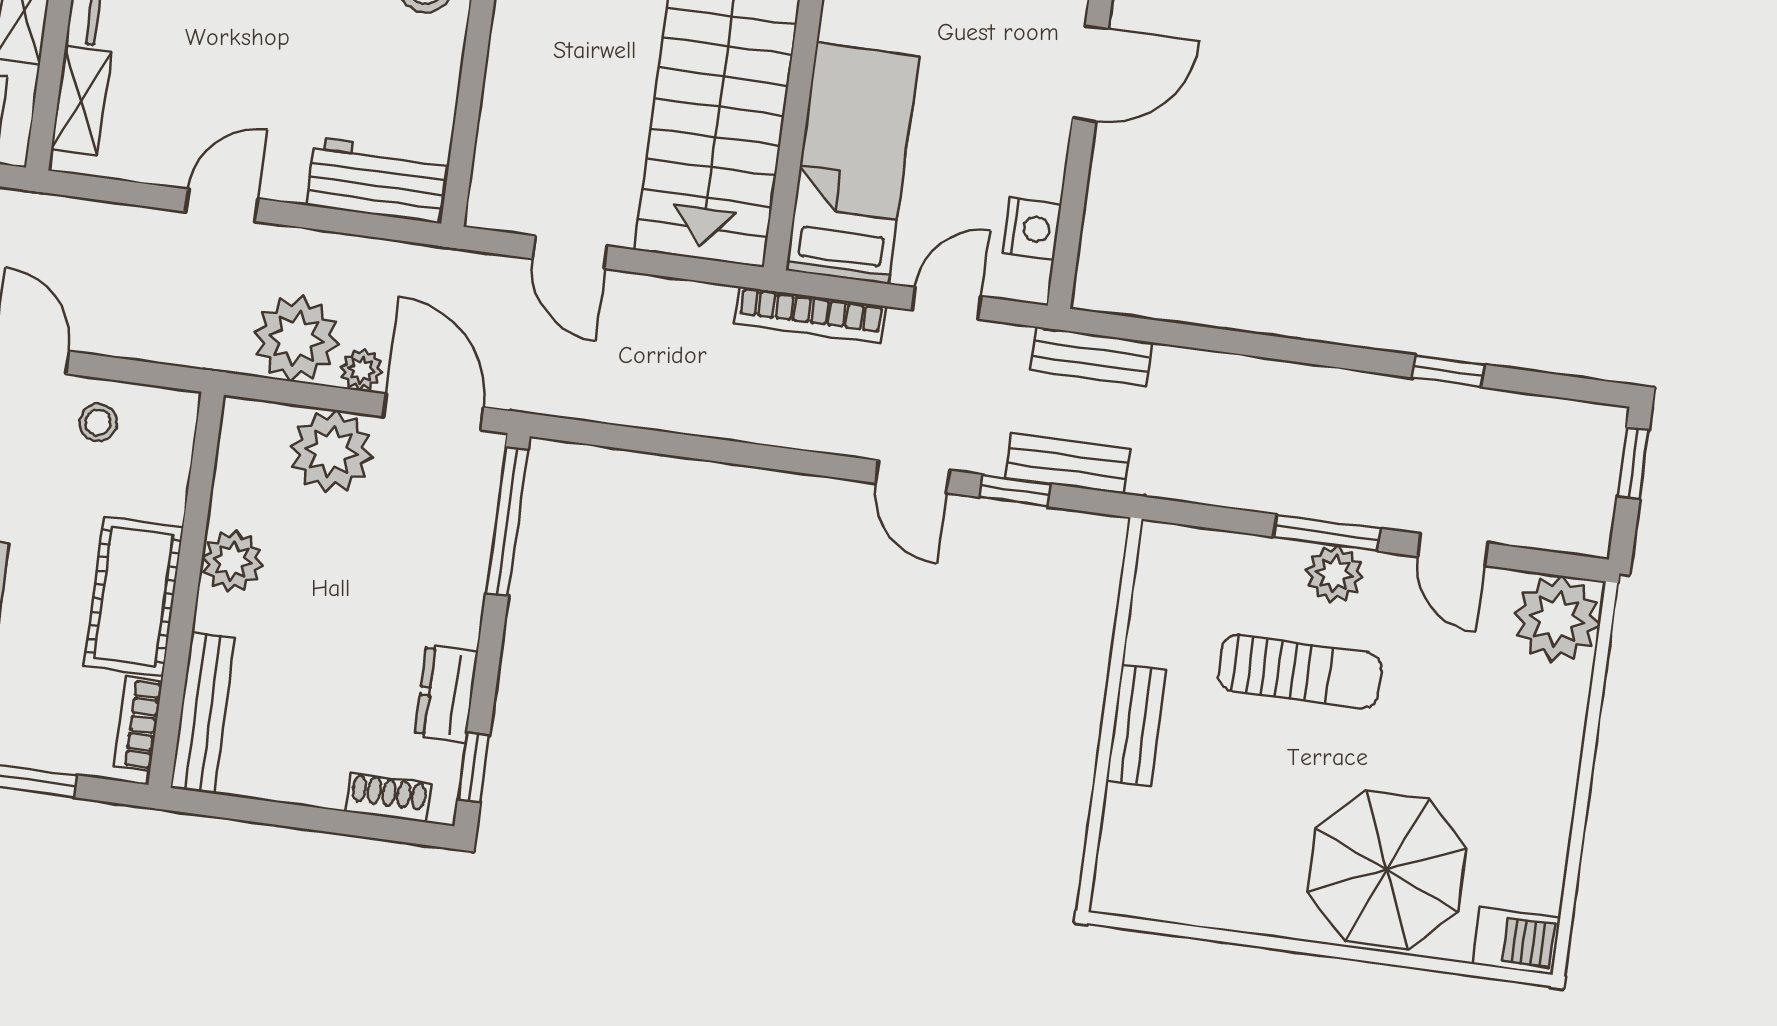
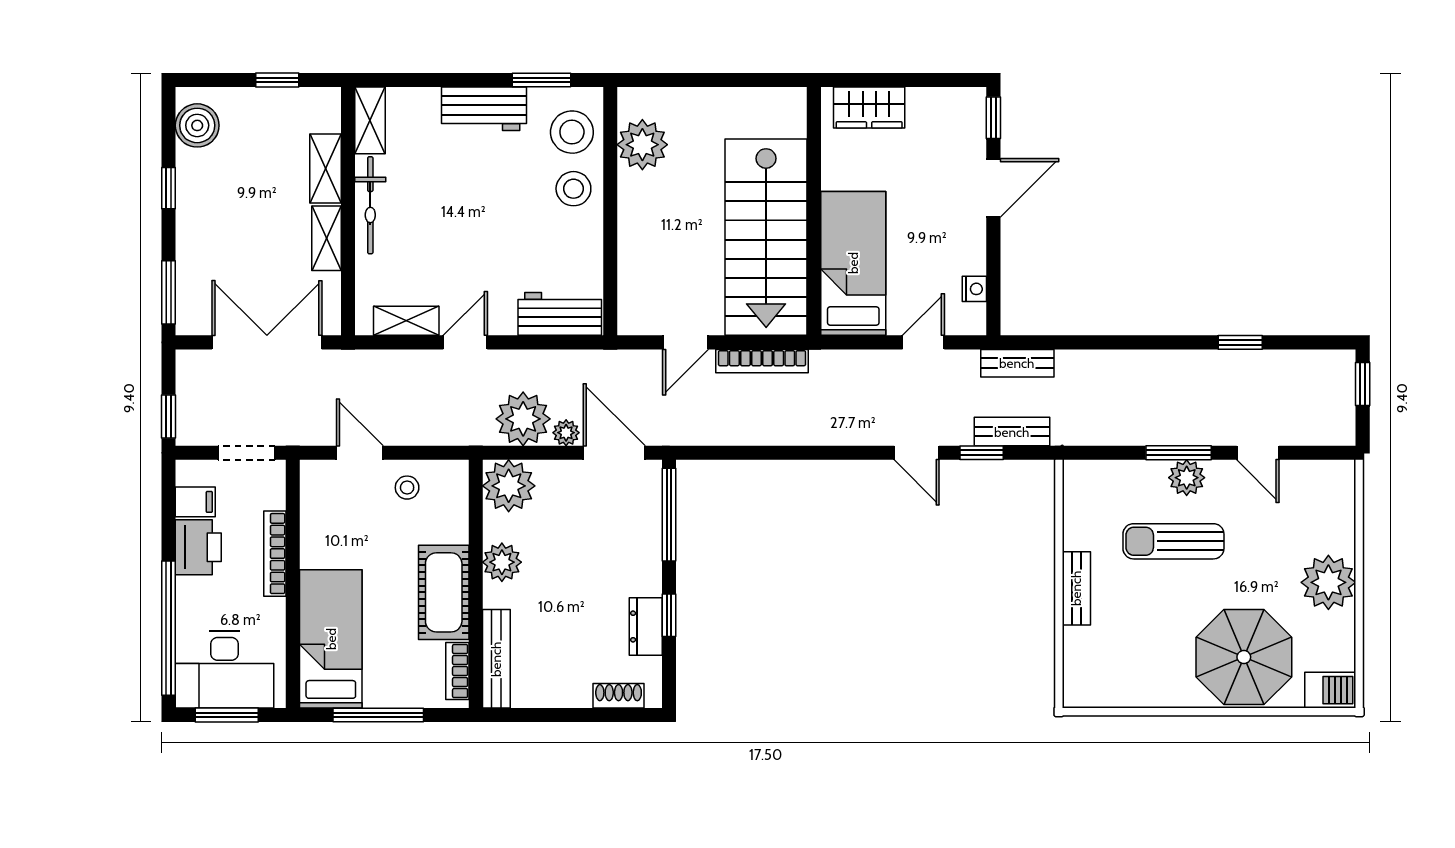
shelving: (81, 101) -> (406, 321), moved, turned 90
nightstand: (1032, 229) -> (974, 289), width x0.72, depth x0.74
door: (570, 252) -> (685, 342), hinge flipped
bookcase: (810, 315) -> (762, 361), moved
plant: (331, 451) -> (509, 486), moved
plant: (1557, 619) -> (1328, 582), moved
sun lounger: (1300, 672) -> (1173, 541), turned 180
window: (474, 767) -> (669, 615), moved

